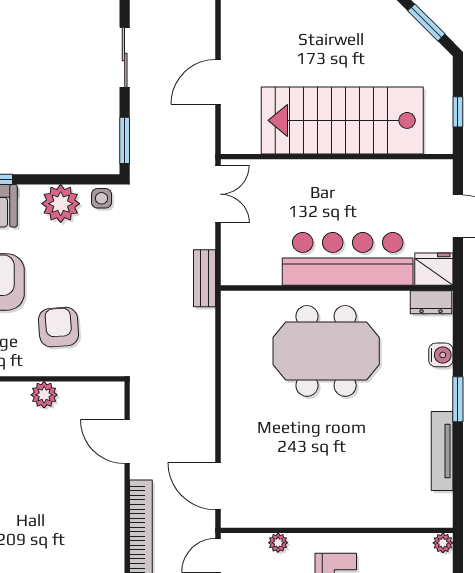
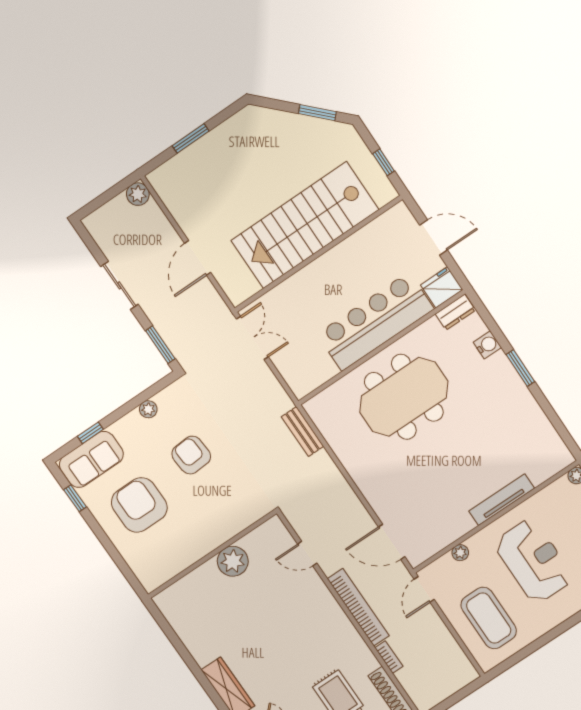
side table: (102, 198) -> (172, 397), removed
plant: (61, 204) -> (148, 409), width x0.53, depth x0.53
bench: (205, 278) -> (303, 432), moved
armchair: (59, 327) -> (191, 455), moved
plant: (44, 395) -> (233, 561), width x1.36, depth x1.36
door: (127, 442) -> (307, 554), width x0.73
tv unit: (442, 451) -> (502, 500), moved, turned 90

